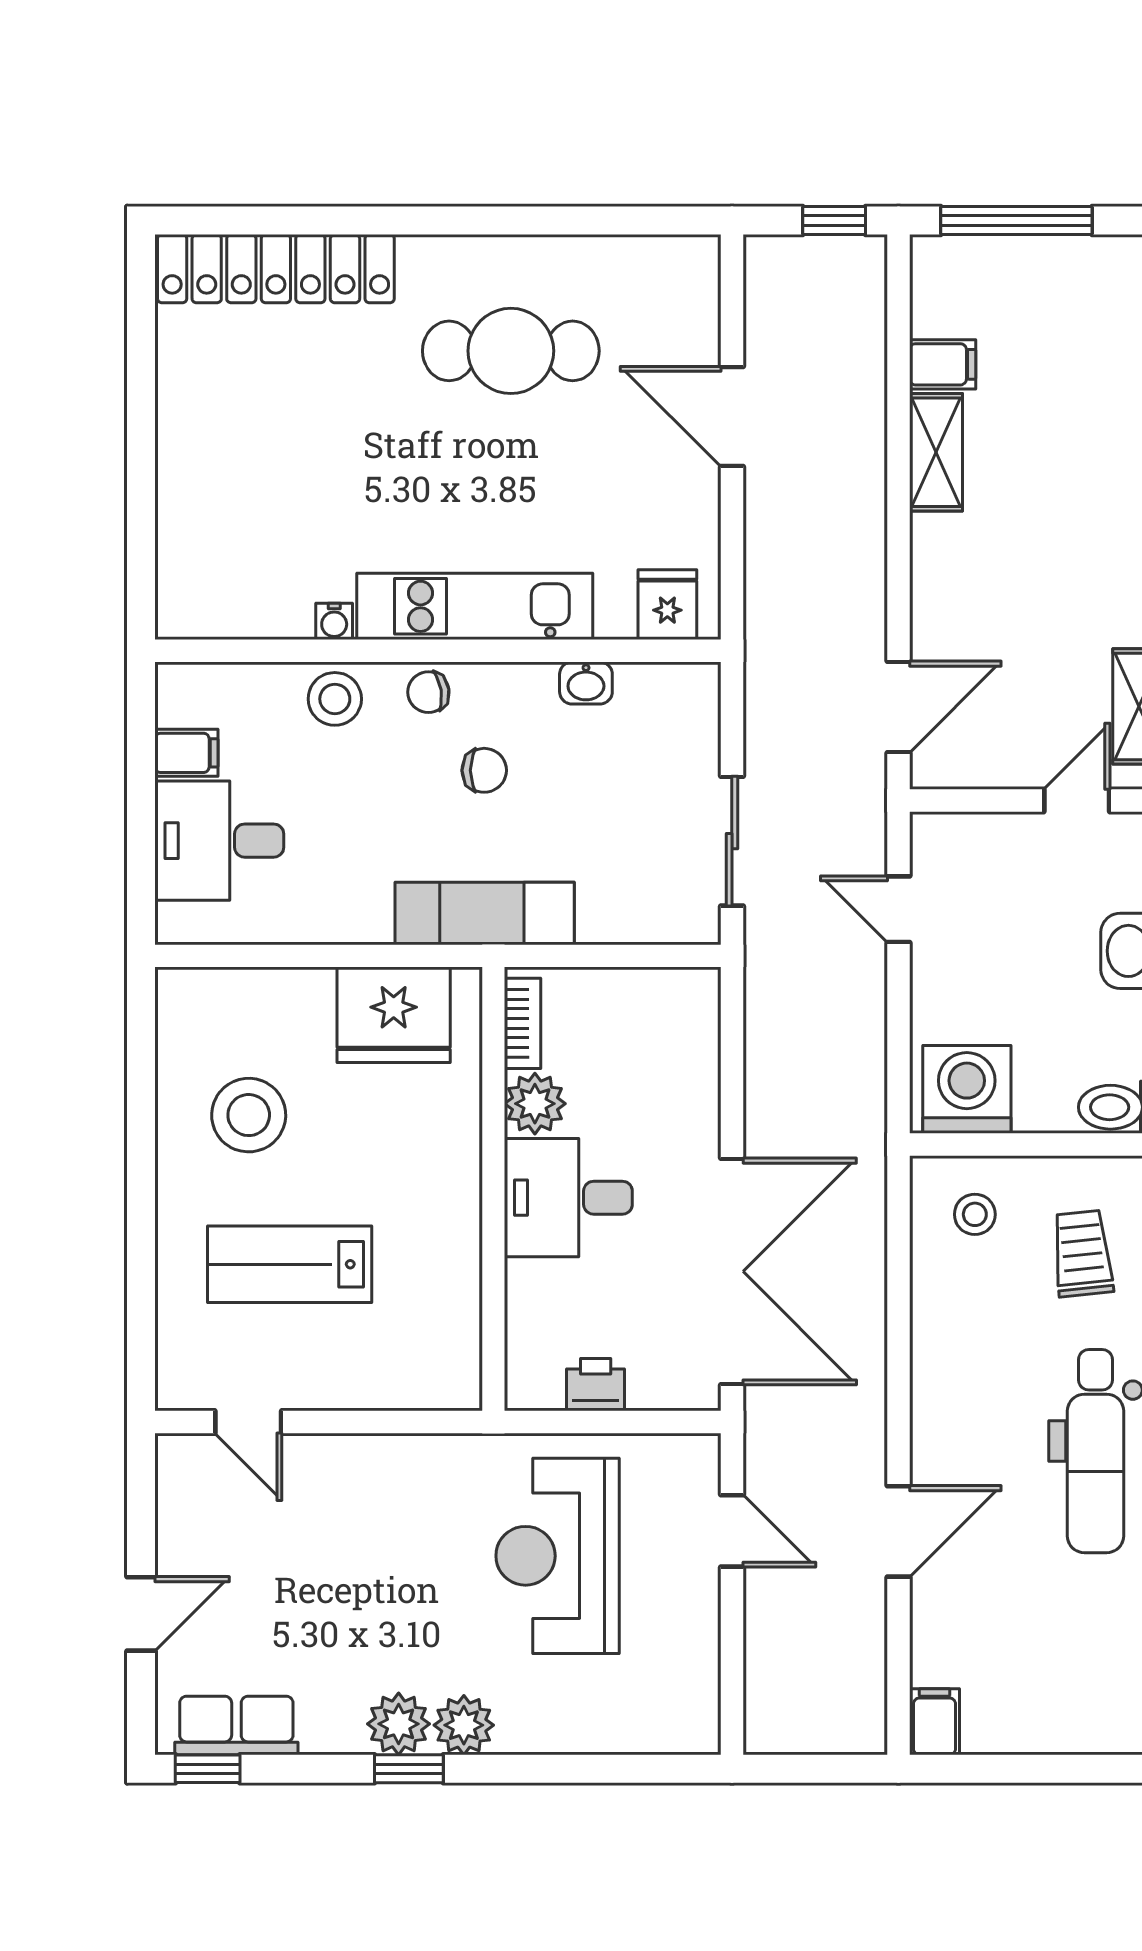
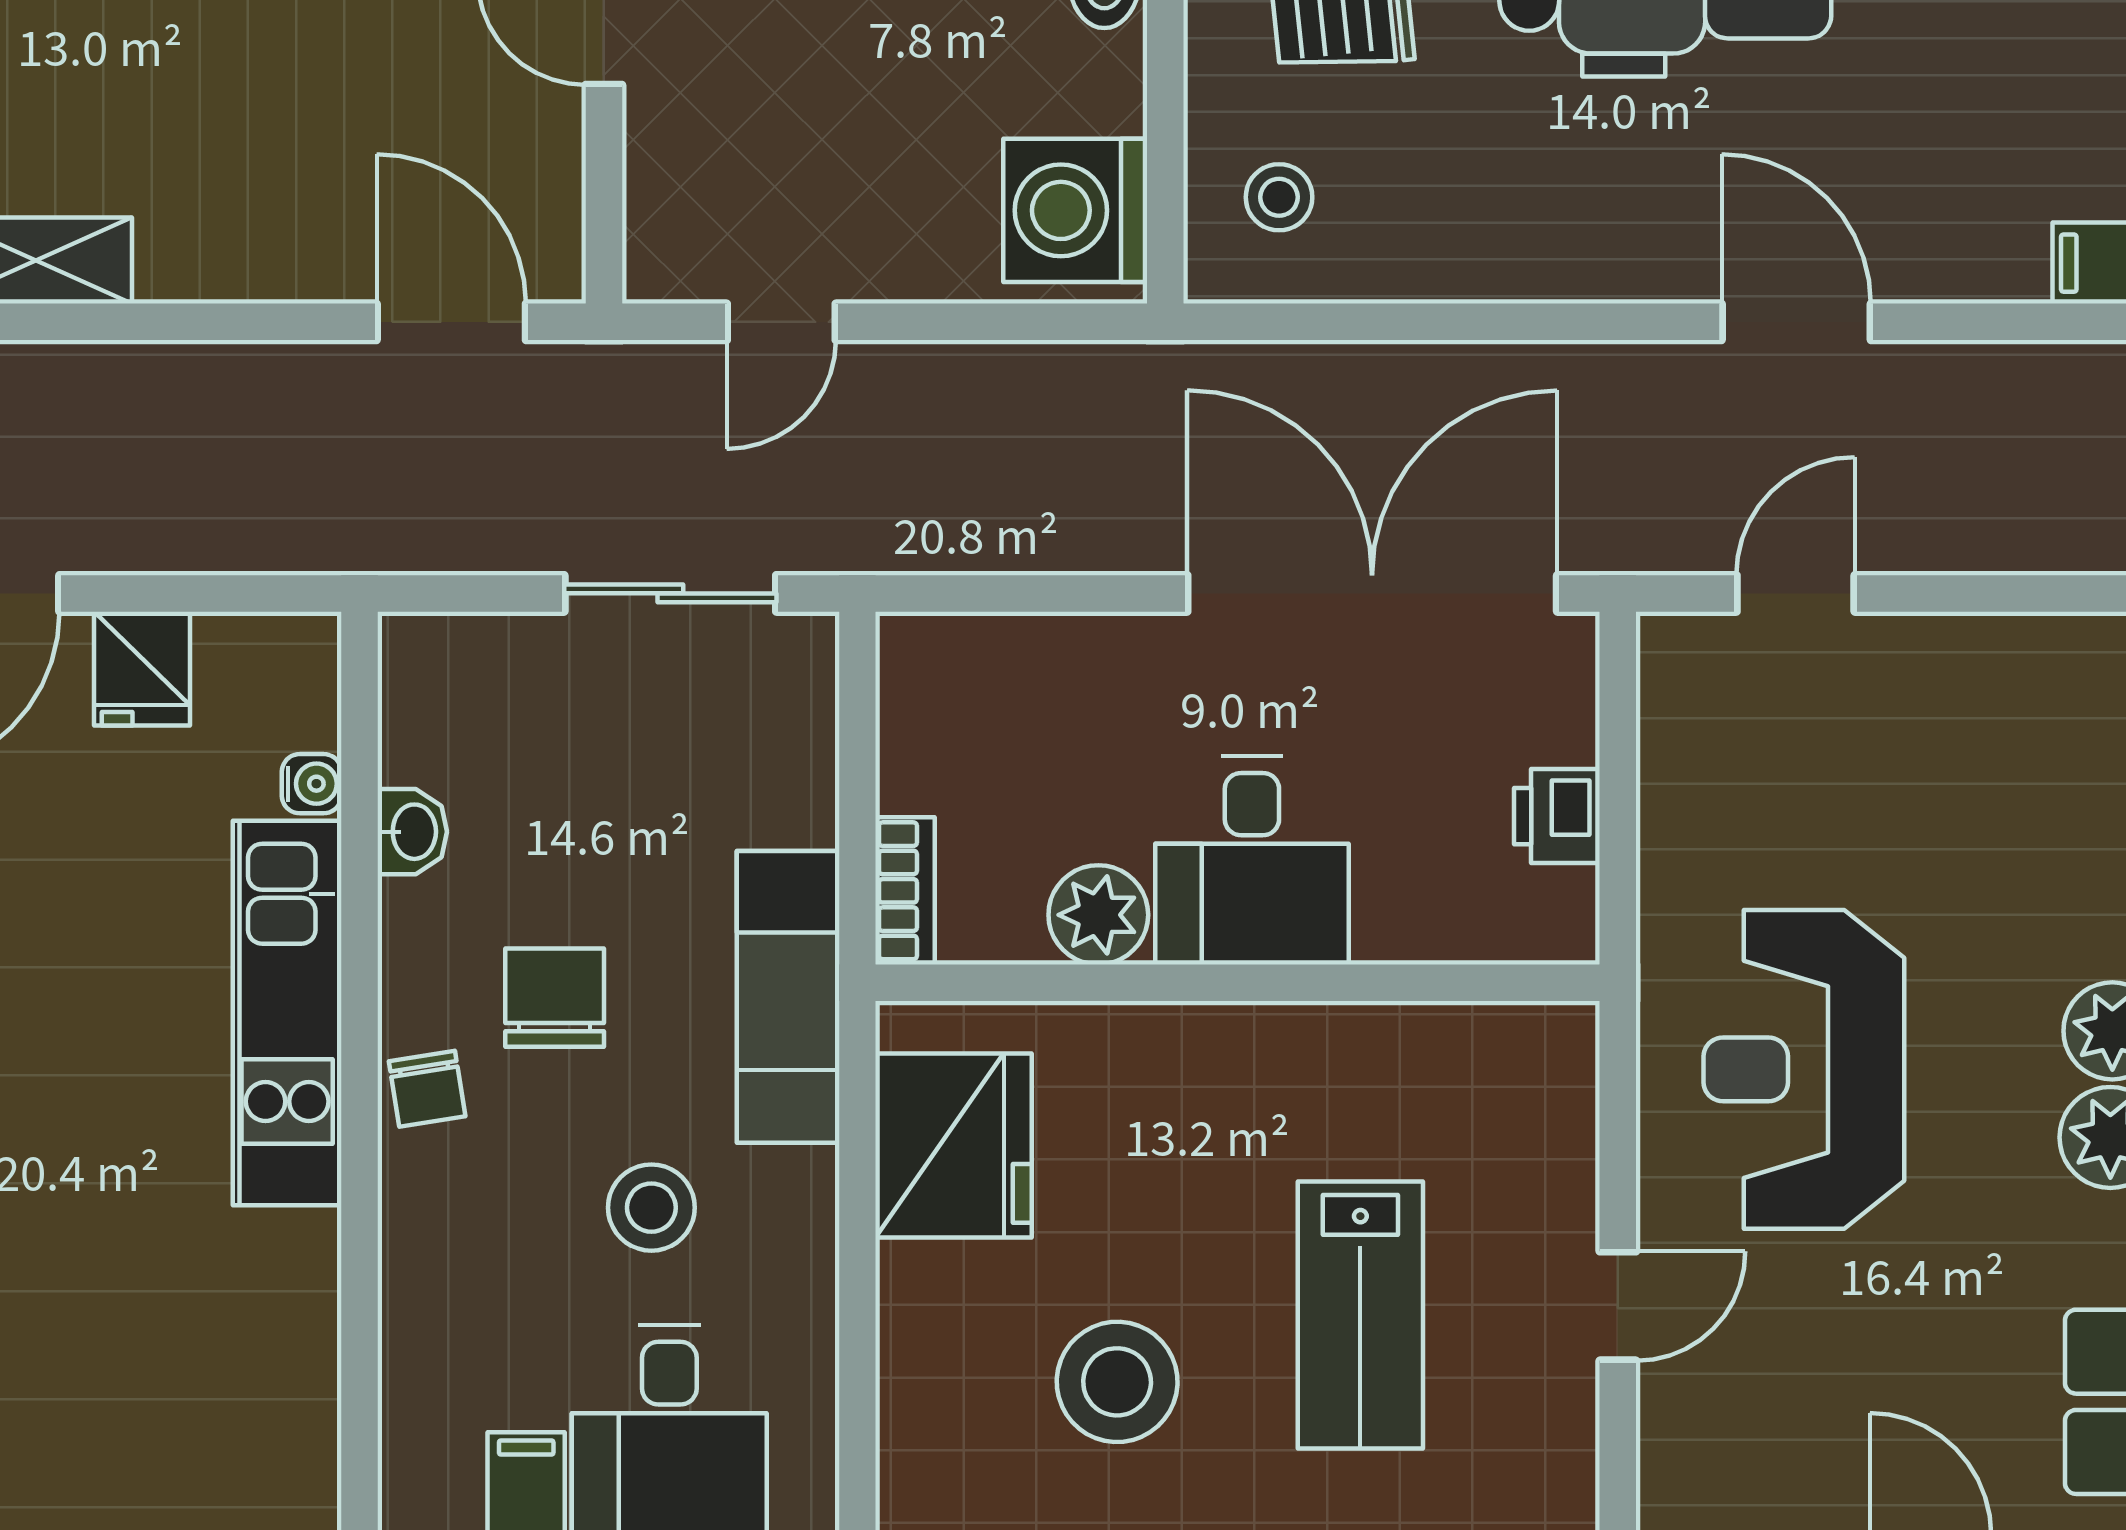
fridge: (667, 605) -> (142, 669), moved, turned -90
water cooler: (334, 621) -> (312, 784), moved
stool: (335, 699) -> (651, 1208), moved
chair: (484, 770) -> (555, 998), width x1.37, depth x1.37
bookcase: (523, 1023) -> (905, 891), moved, turned 90
door: (248, 1422) -> (1618, 1306), moved
reception desk: (558, 1556) -> (1804, 1069), moved, turned 90

